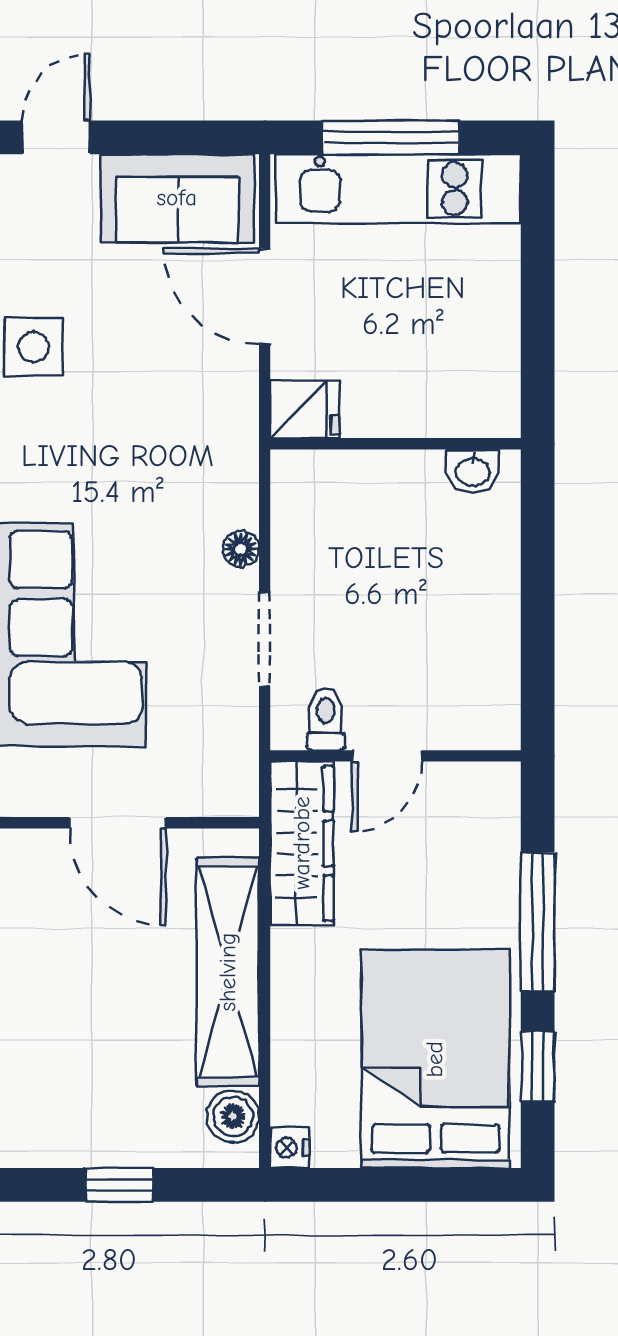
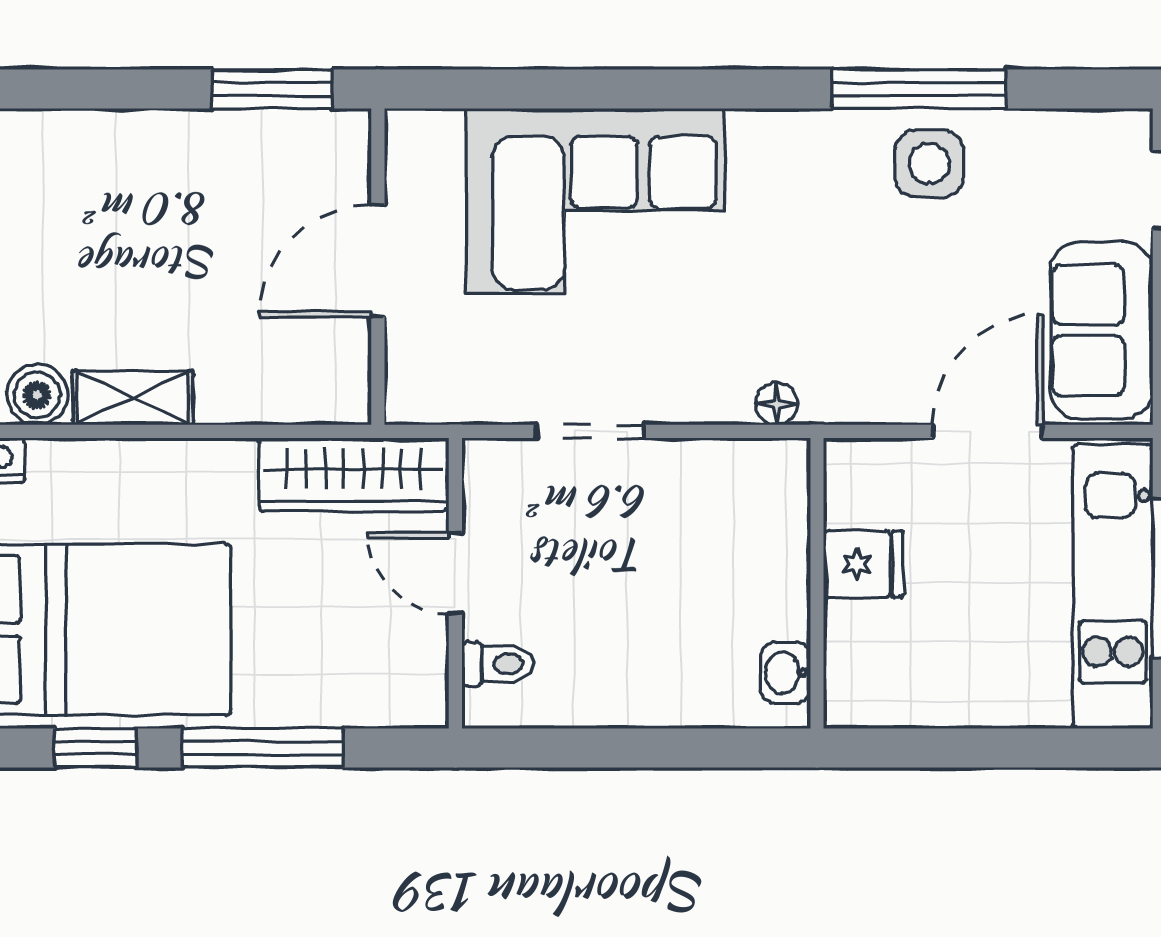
fridge: (305, 409) -> (863, 564), moved, turned -90
floor lamp: (241, 549) -> (777, 404), moved
toilet: (326, 719) -> (498, 664), moved
shelving: (228, 972) -> (133, 398), width x0.45, depth x0.75

